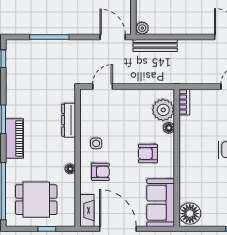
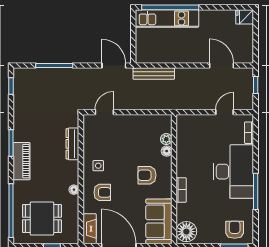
plant: (142, 28) -> (142, 57), removed
bookcase: (184, 102) -> (181, 190), moved
plant: (163, 110) -> (166, 139), width x0.53, depth x0.53

